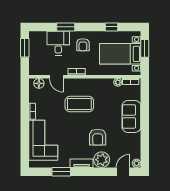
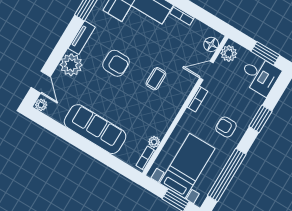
window: (111, 27) -> (227, 175), width x3.17
desk: (58, 43) -> (260, 75), moved
plant: (38, 70) -> (229, 53), added
coffee table: (79, 104) -> (156, 79), width x0.54, depth x0.58
sofa: (131, 116) -> (95, 129), width x1.36
armchair: (98, 137) -> (116, 63), moved, turned 180

